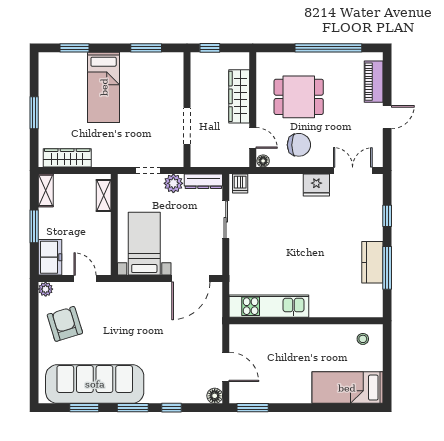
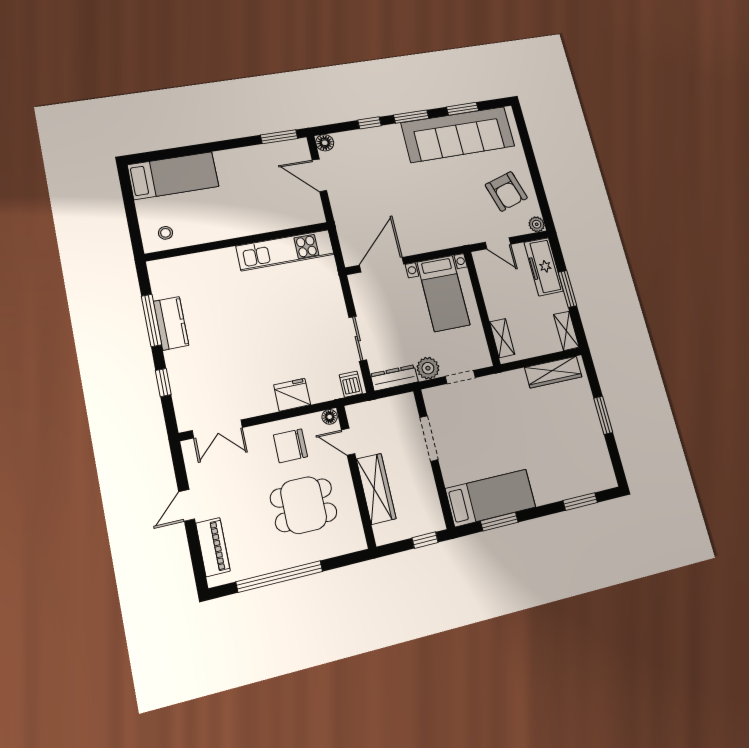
bed: (104, 87) -> (491, 498), moved, turned 90
fridge: (316, 185) -> (292, 395), moved
freezer: (50, 257) -> (544, 267), width x1.40

